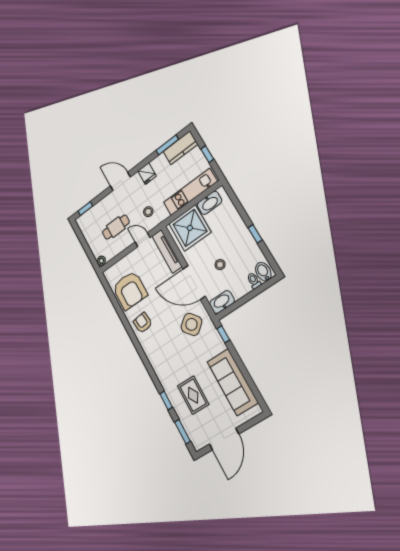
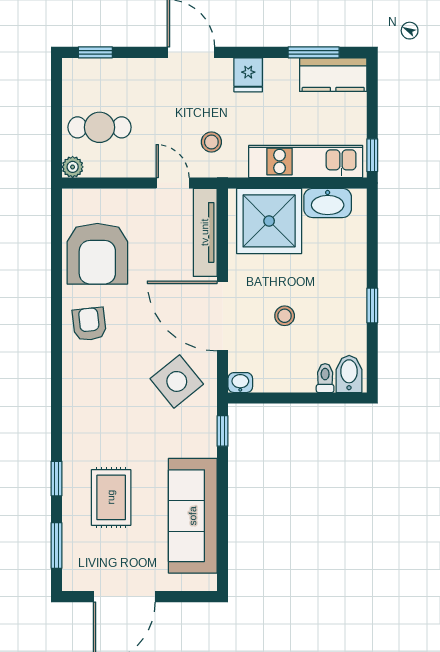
window: (207, 154) -> (372, 155), moved
cafe table: (116, 227) -> (100, 127), moved
washbasin: (222, 302) -> (240, 383), width x0.52, depth x0.69

